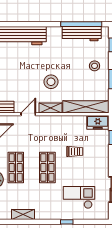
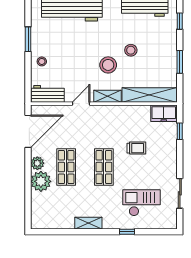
stool: (95, 66) -> (131, 50), moved
shelving: (23, 215) -> (88, 223), moved

